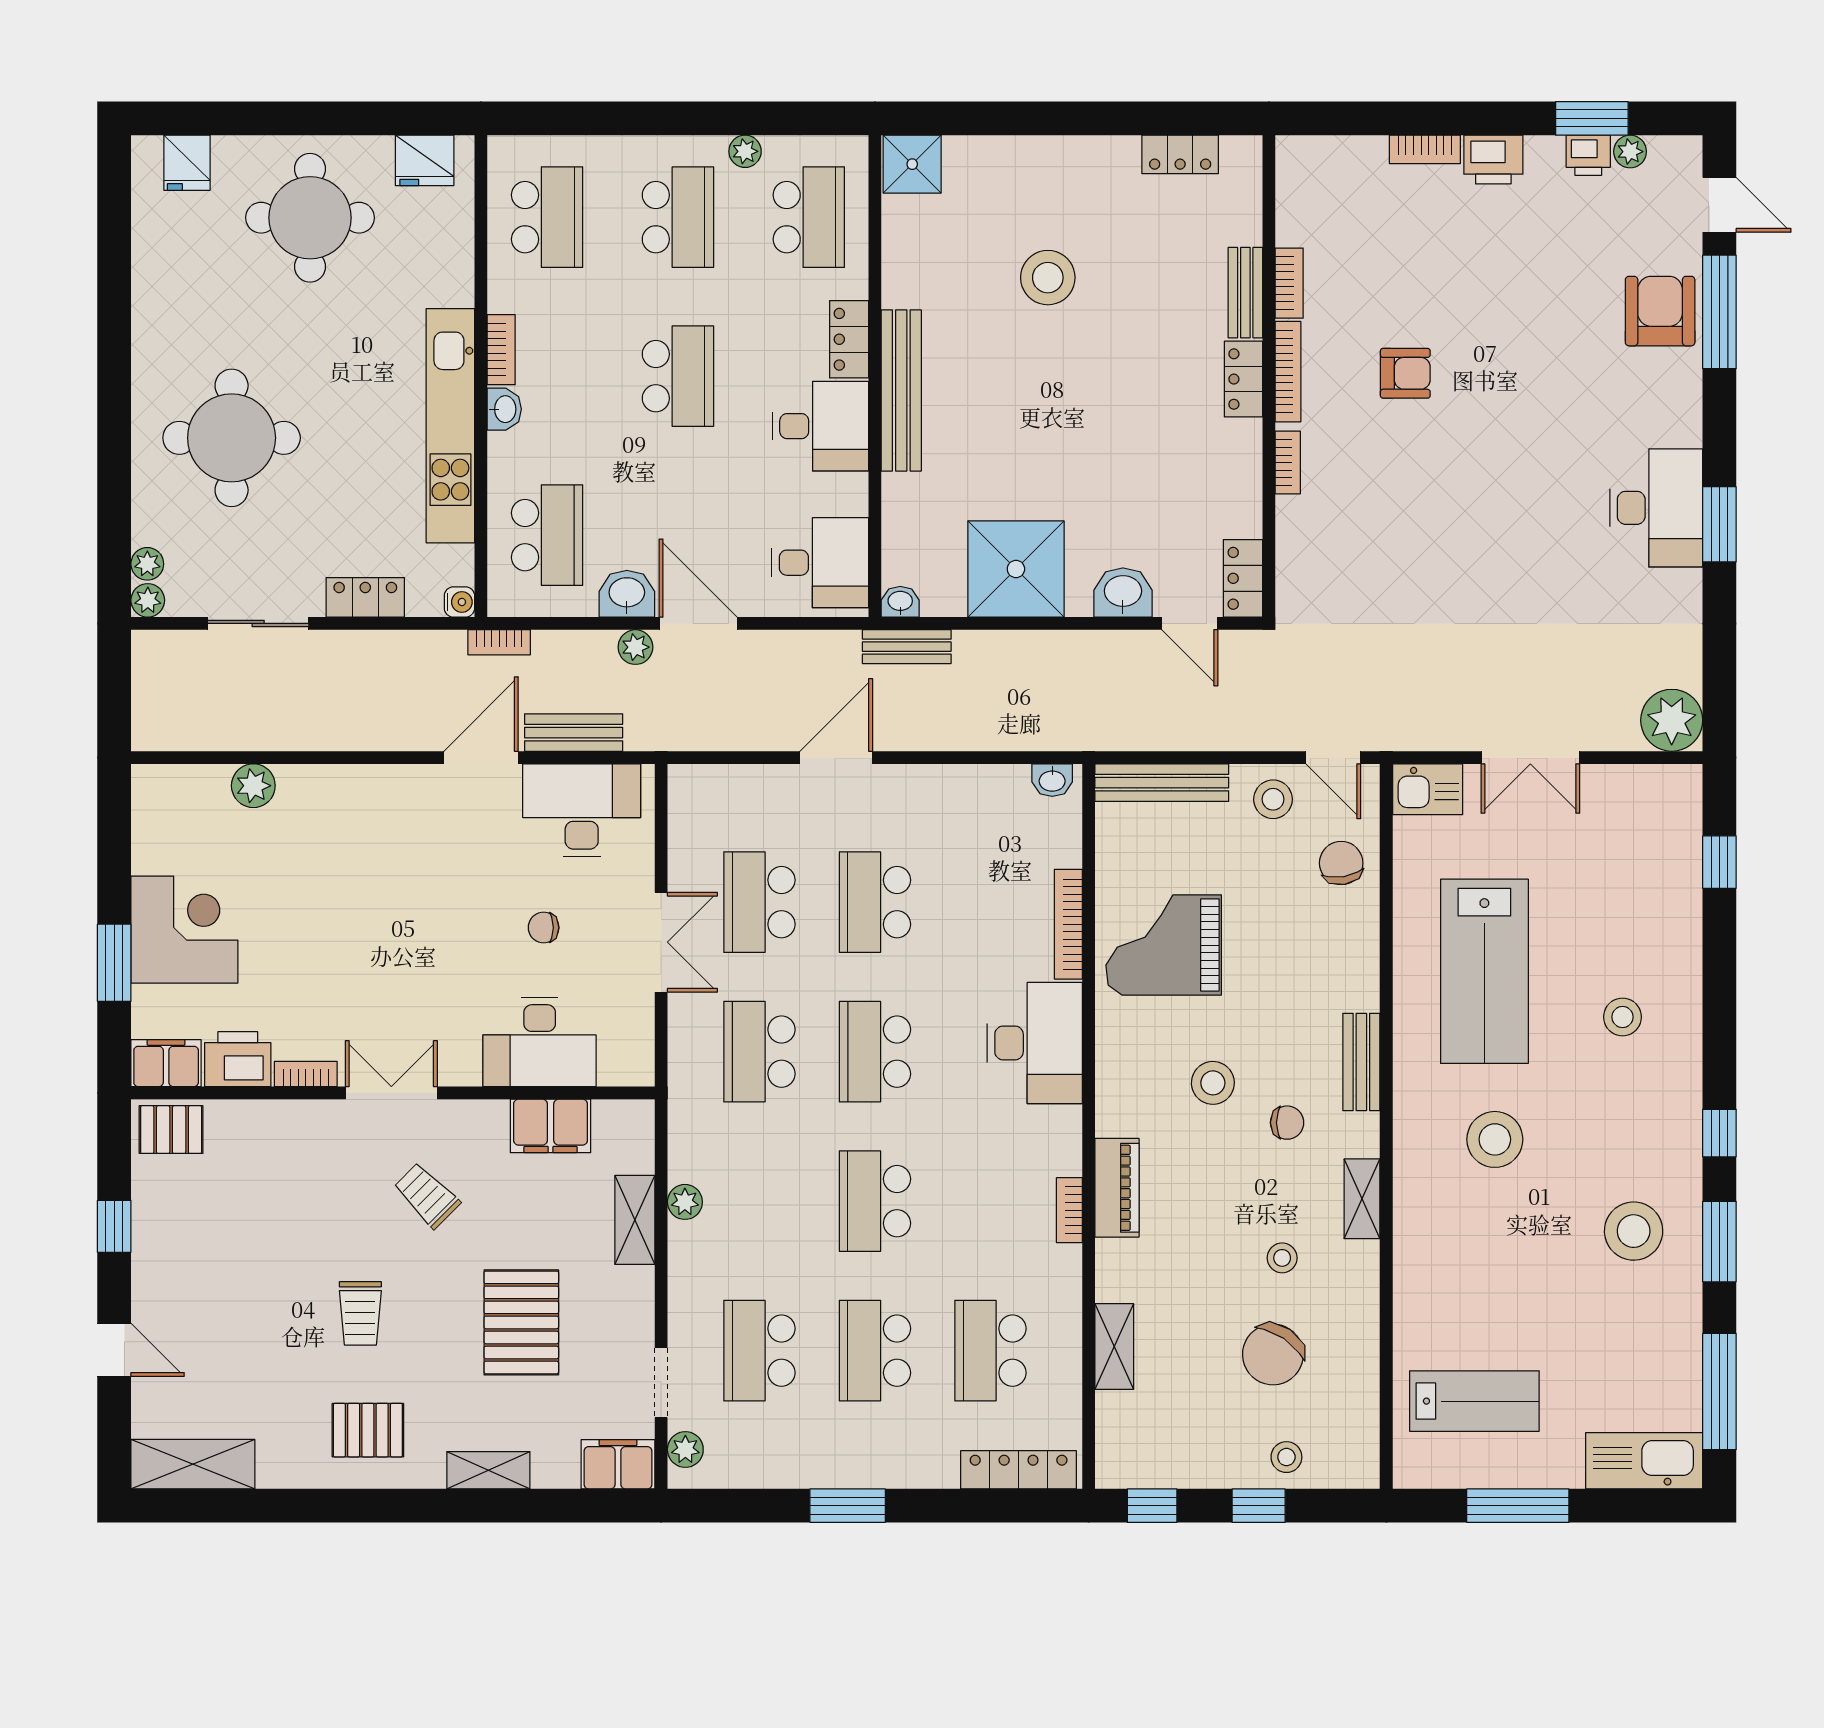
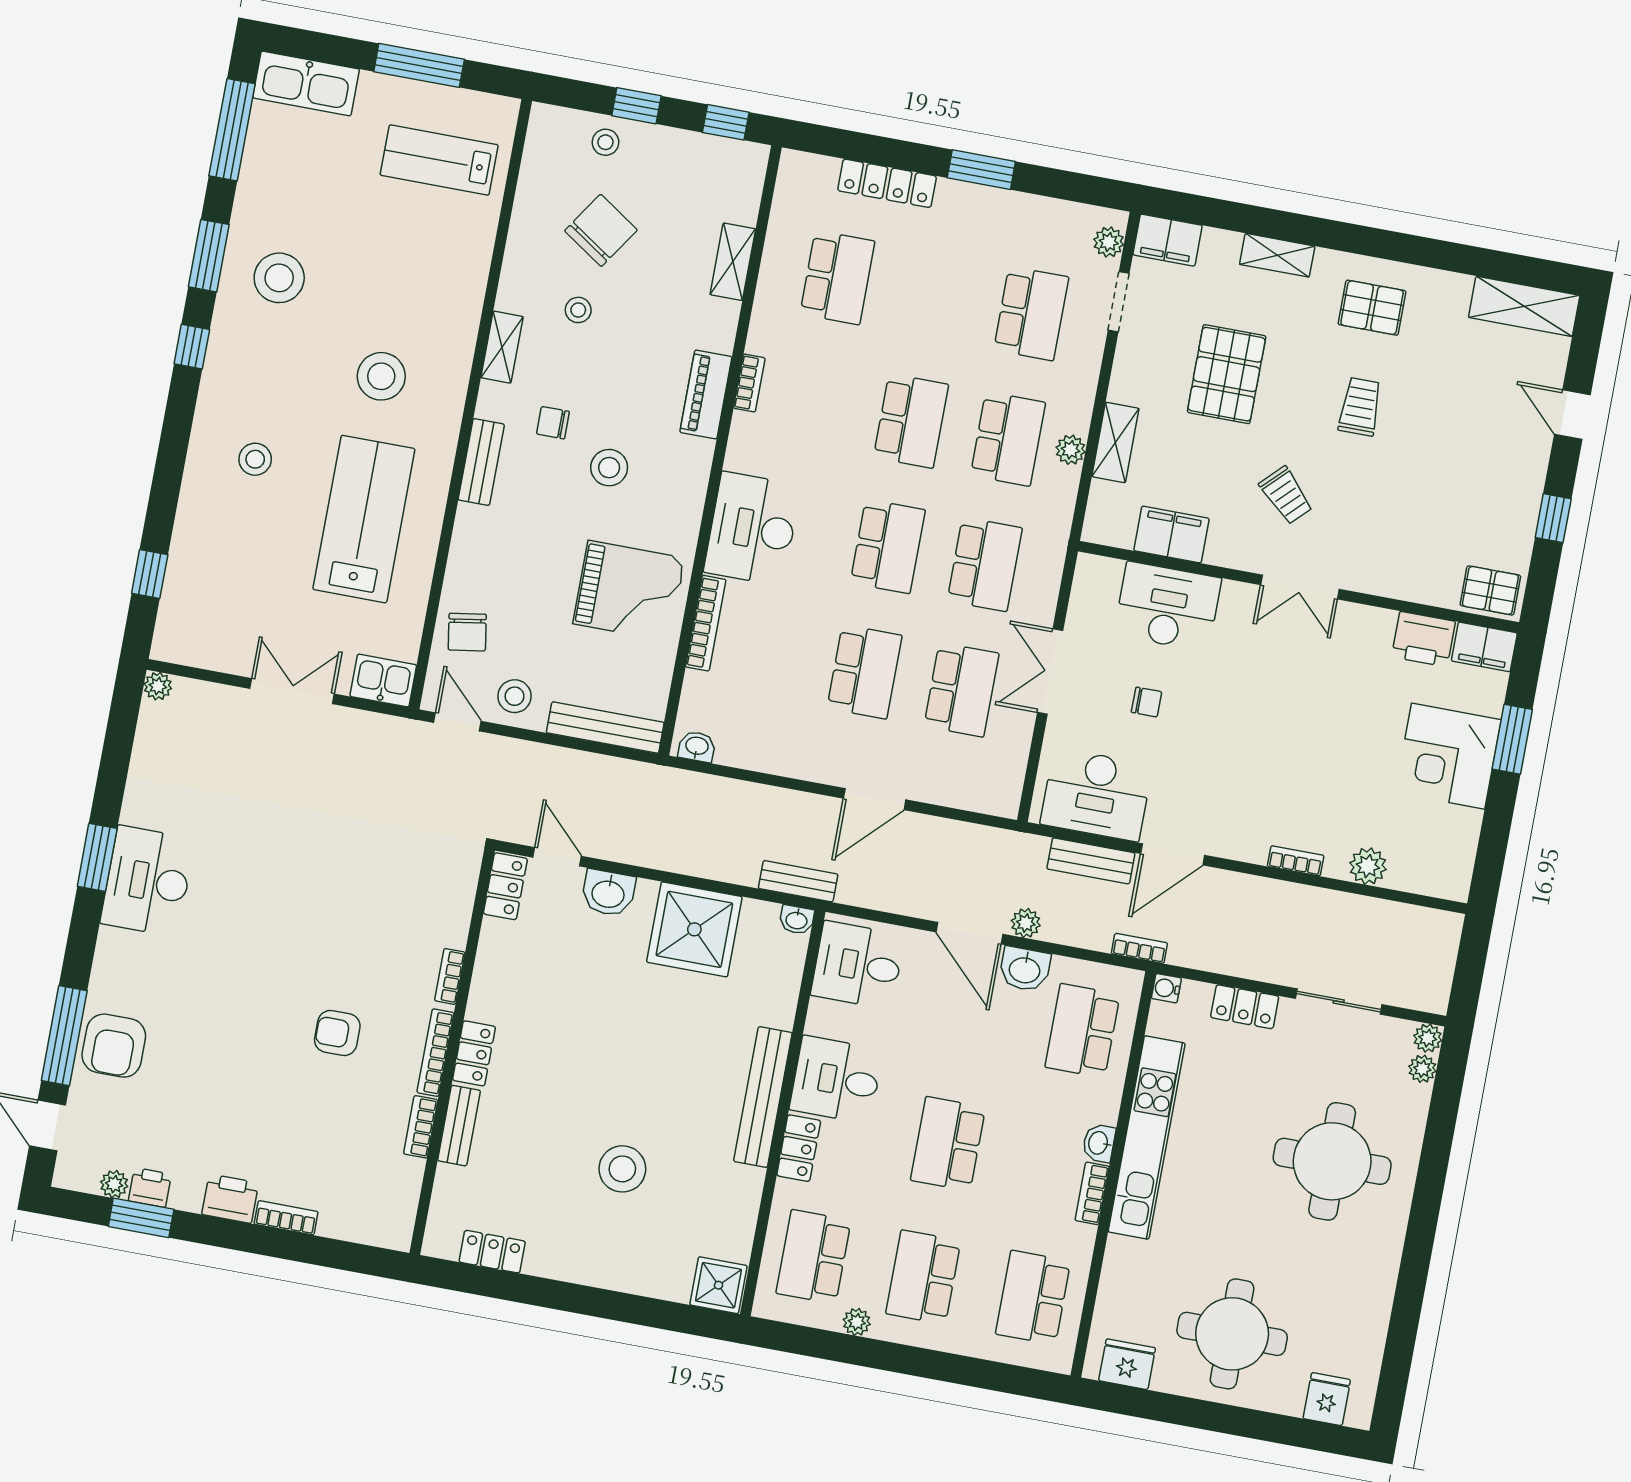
plant: (1672, 720) -> (158, 686), width x0.53, depth x0.53
bookcase: (306, 1074) -> (1296, 861), moved, turned 180
school desk: (875, 1351) -> (1008, 439), moved
locker: (1019, 1470) -> (887, 183), moved

